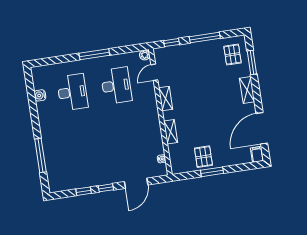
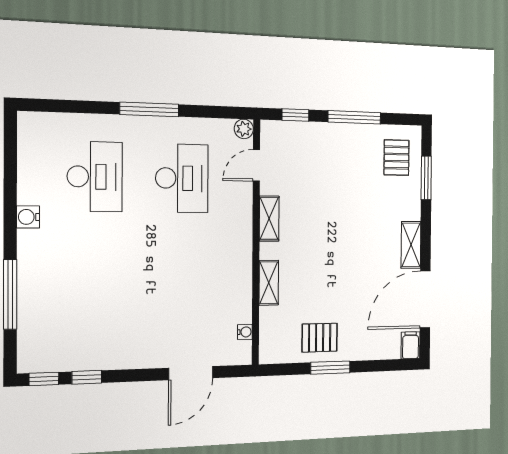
shelving: (247, 90) -> (411, 245), moved
water cooler: (40, 95) -> (28, 217), moved
pallet: (203, 157) -> (320, 338), turned 90
window: (106, 188) -> (44, 379), moved

